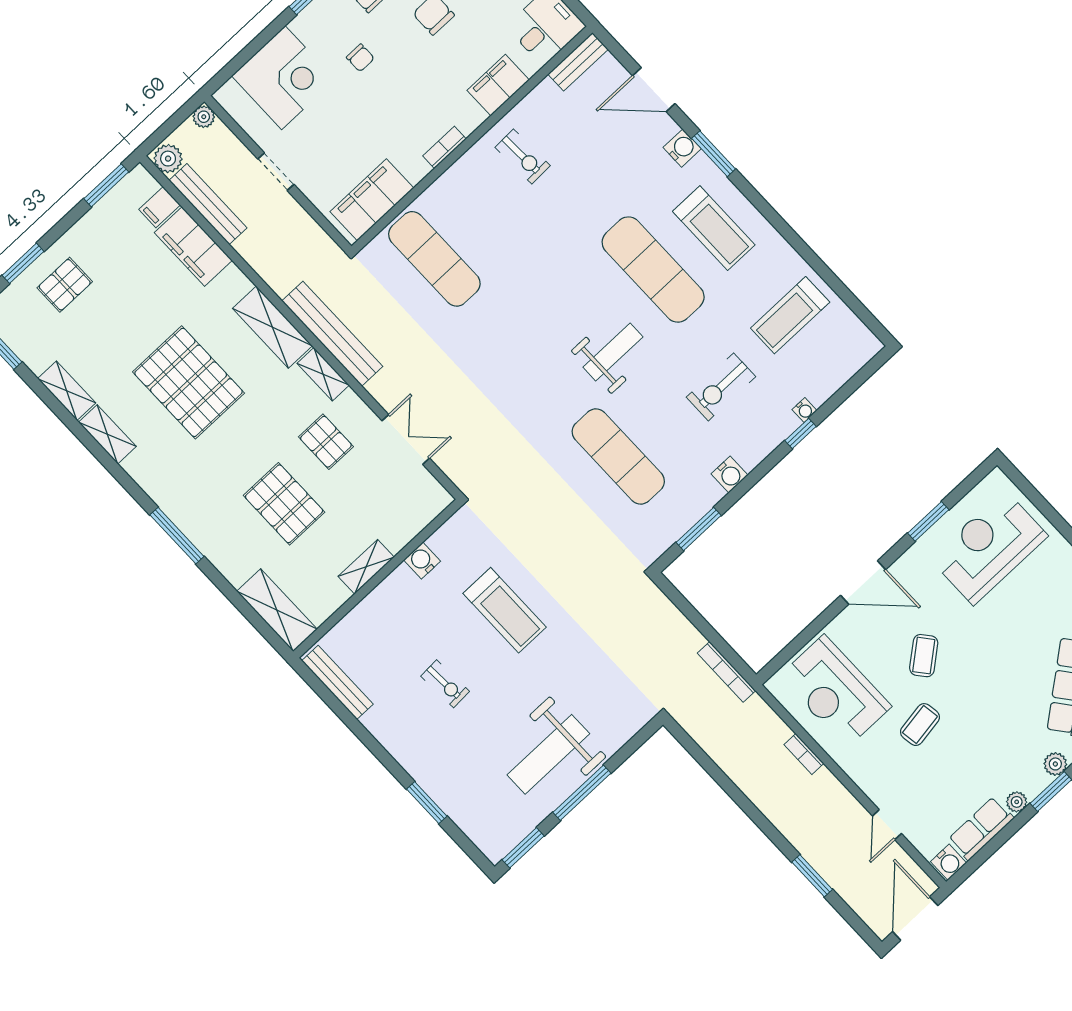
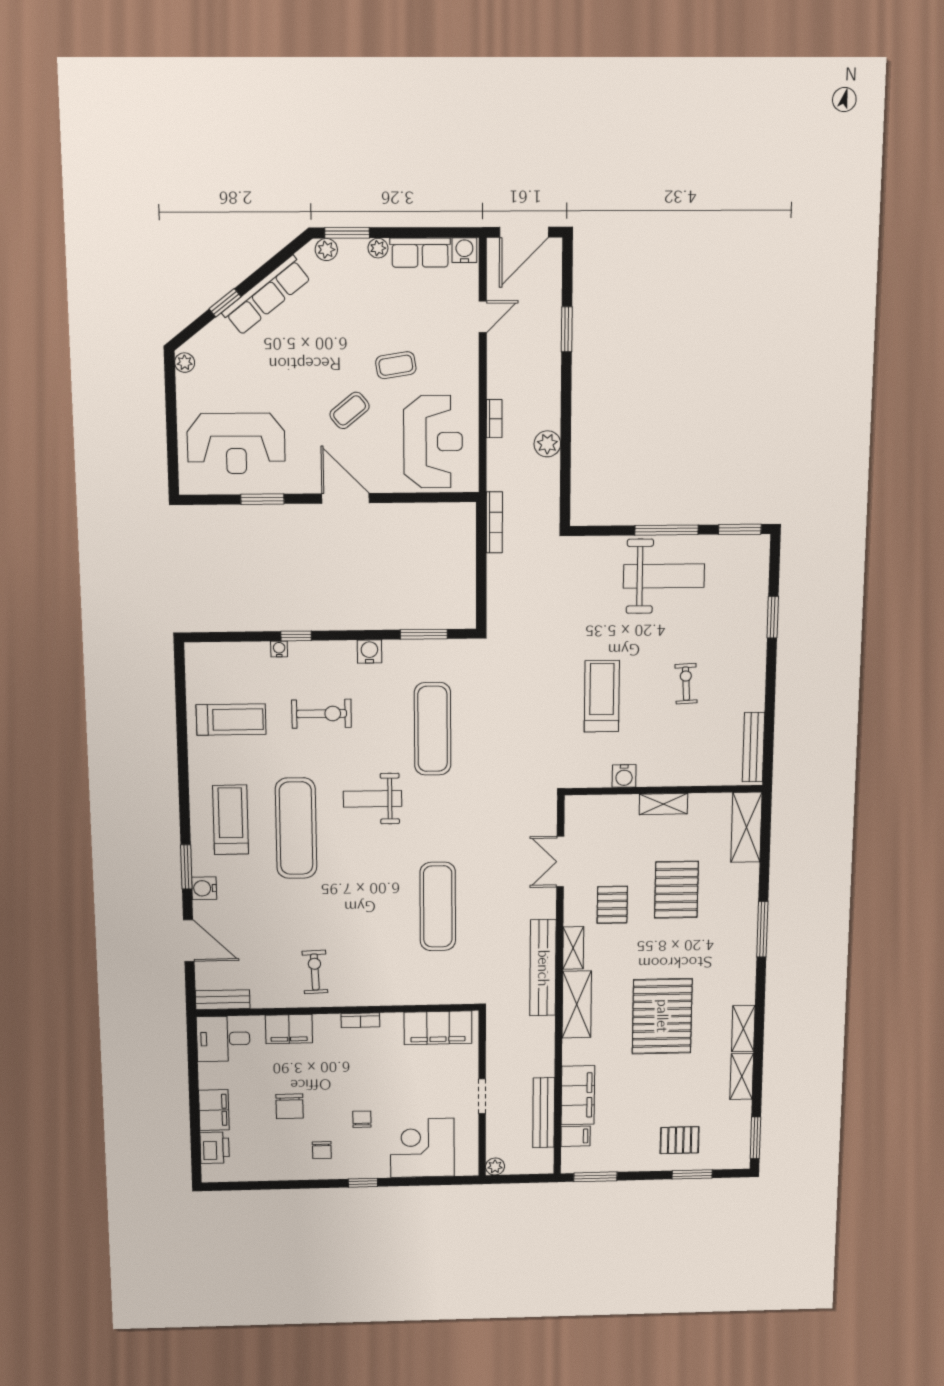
plant: (168, 159) -> (547, 444), moved
exercise mat: (434, 259) -> (438, 907), moved

